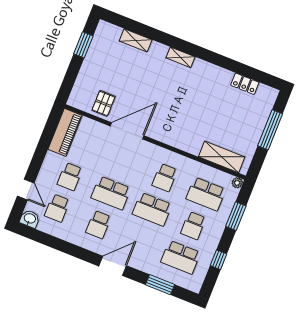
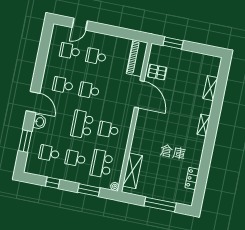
window: (83, 45) -> (173, 43), moved
piano: (65, 132) -> (137, 58), moved, turned 90
school desk: (111, 193) -> (89, 90), width x0.54
washbasin: (30, 219) -> (40, 122), moved
school desk: (181, 257) -> (49, 153), width x0.54

